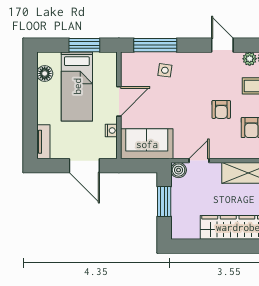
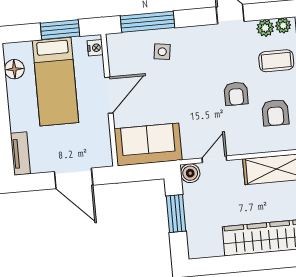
nightstand: (111, 131) -> (95, 48), moved

